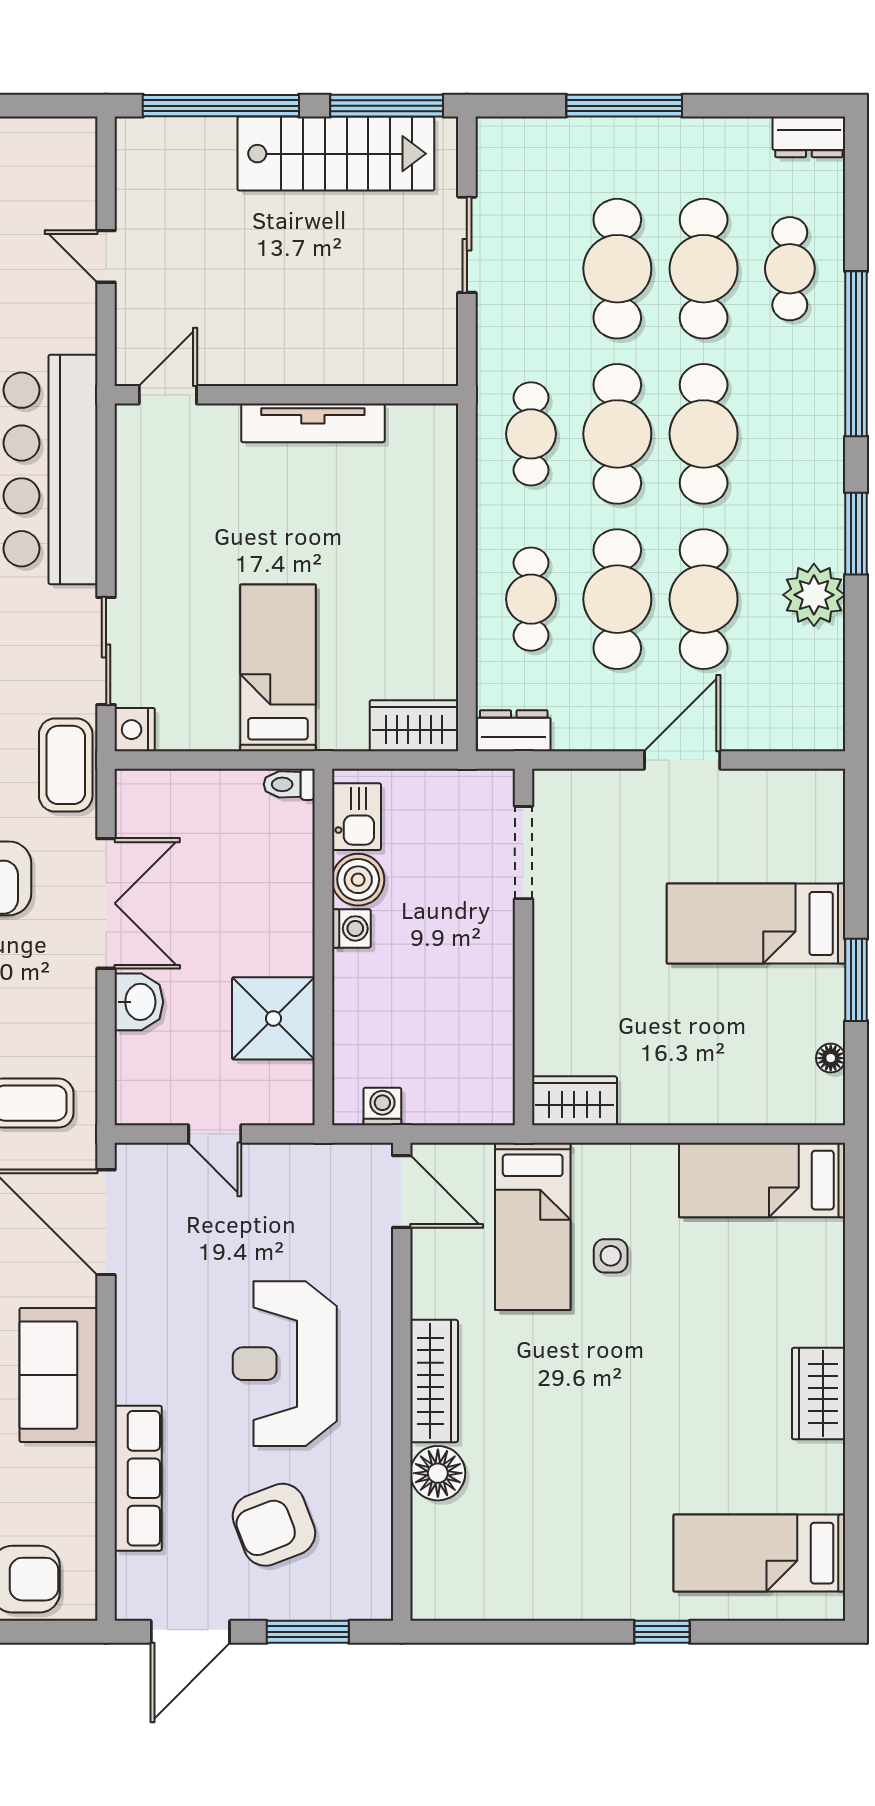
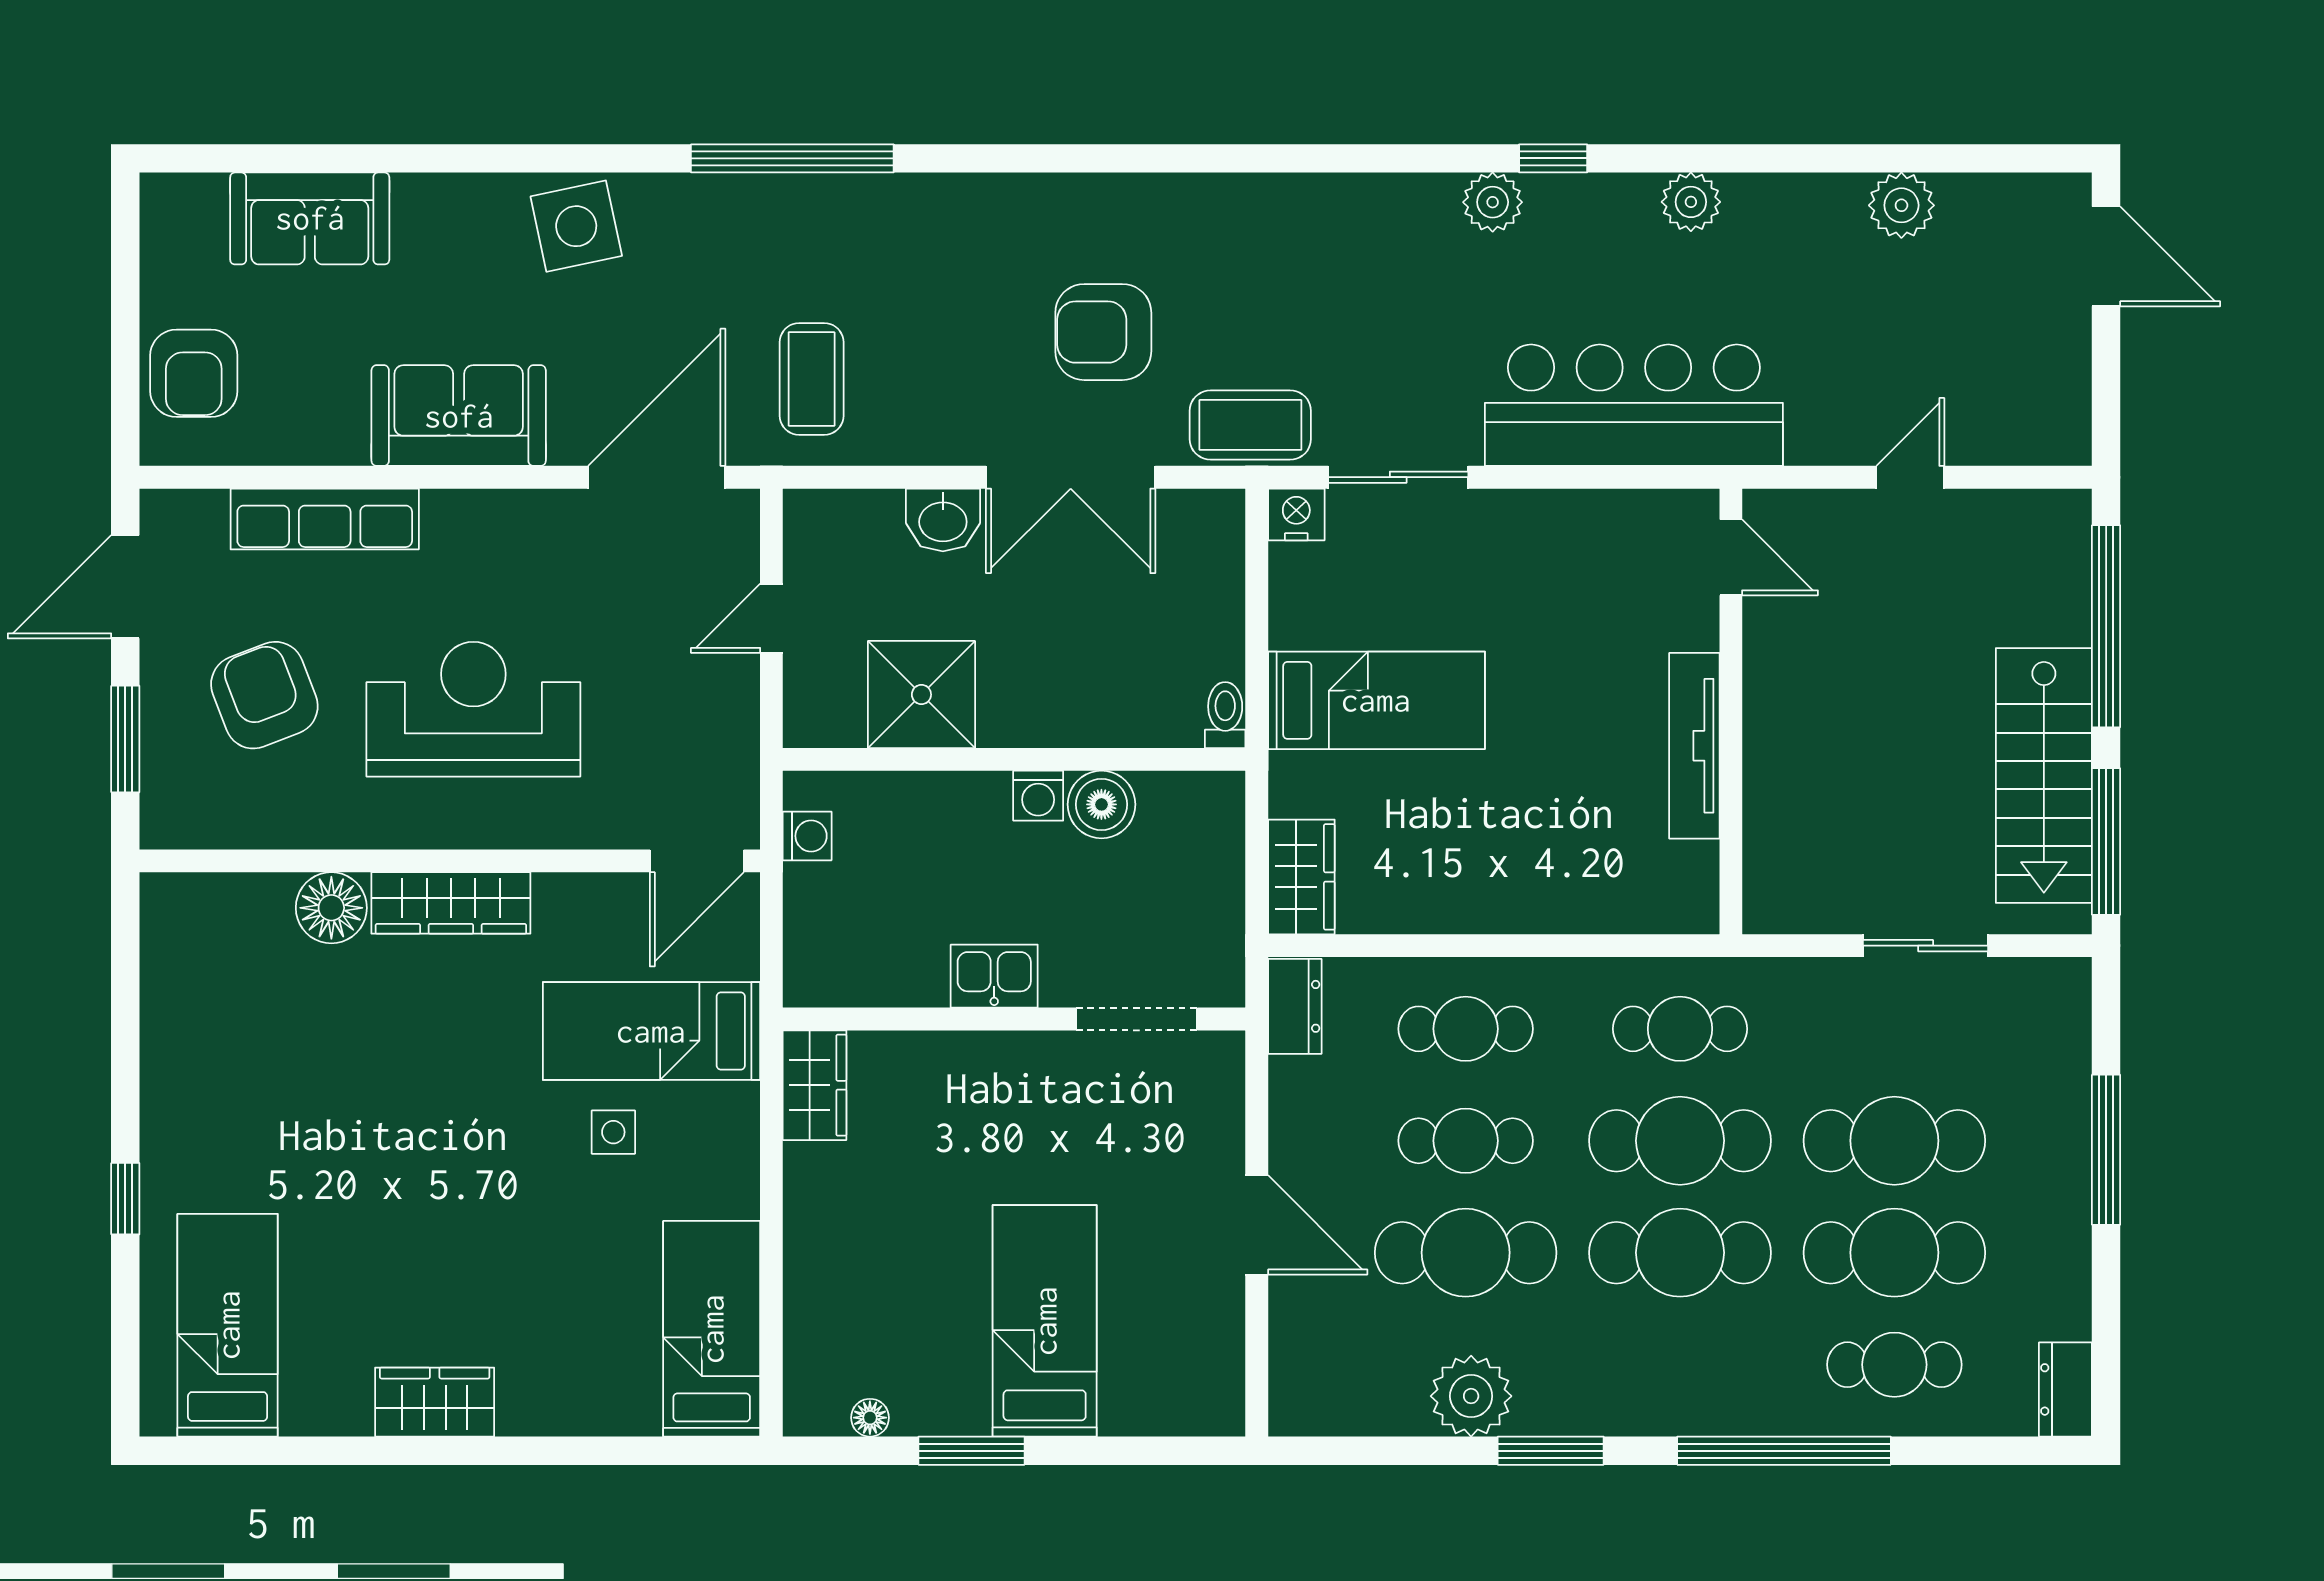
cafe table: (617, 599) -> (1466, 1141), width x0.73, depth x0.74
kitchen sink: (356, 817) -> (994, 976), moved, turned 180
door: (190, 1632) -> (125, 587), hinge flipped

